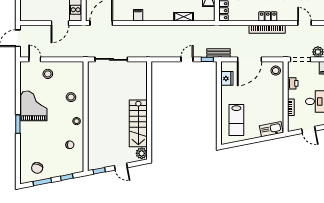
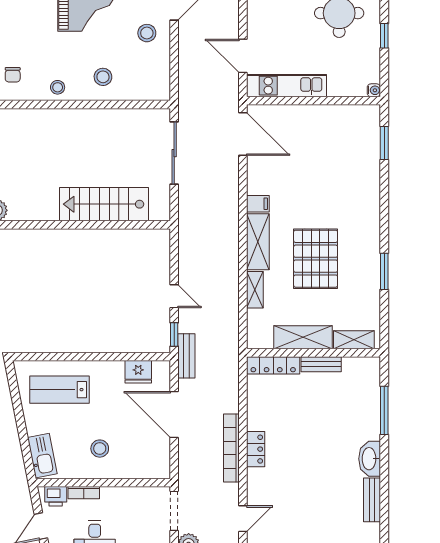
shelving: (158, 15) -> (258, 242), added
stool: (276, 71) -> (100, 449), moved
printer: (293, 83) -> (56, 496), moved
stairs: (138, 123) -> (104, 204), moved

